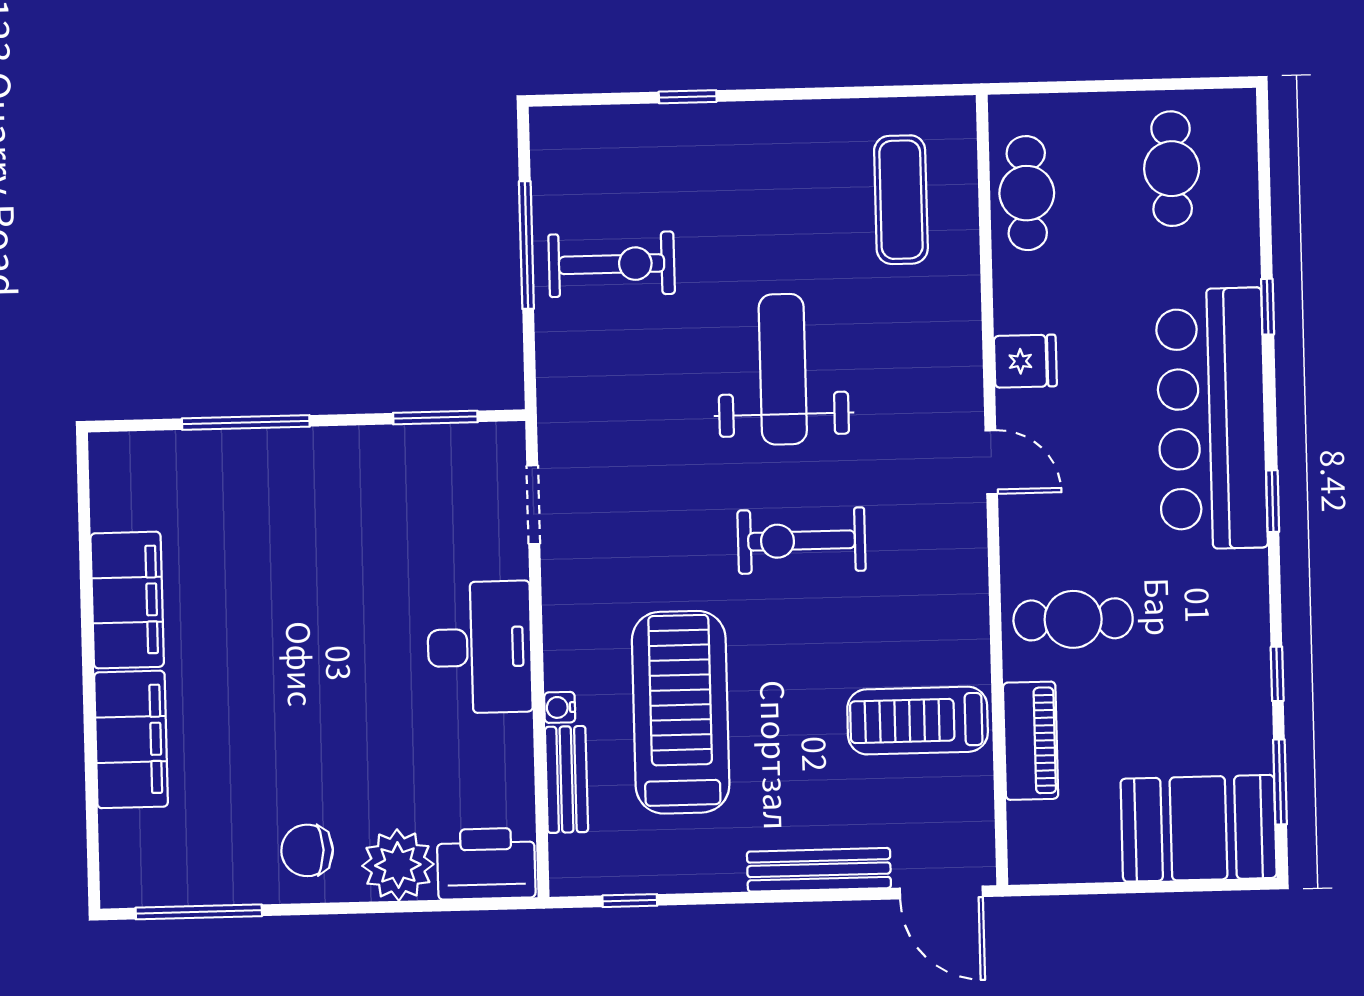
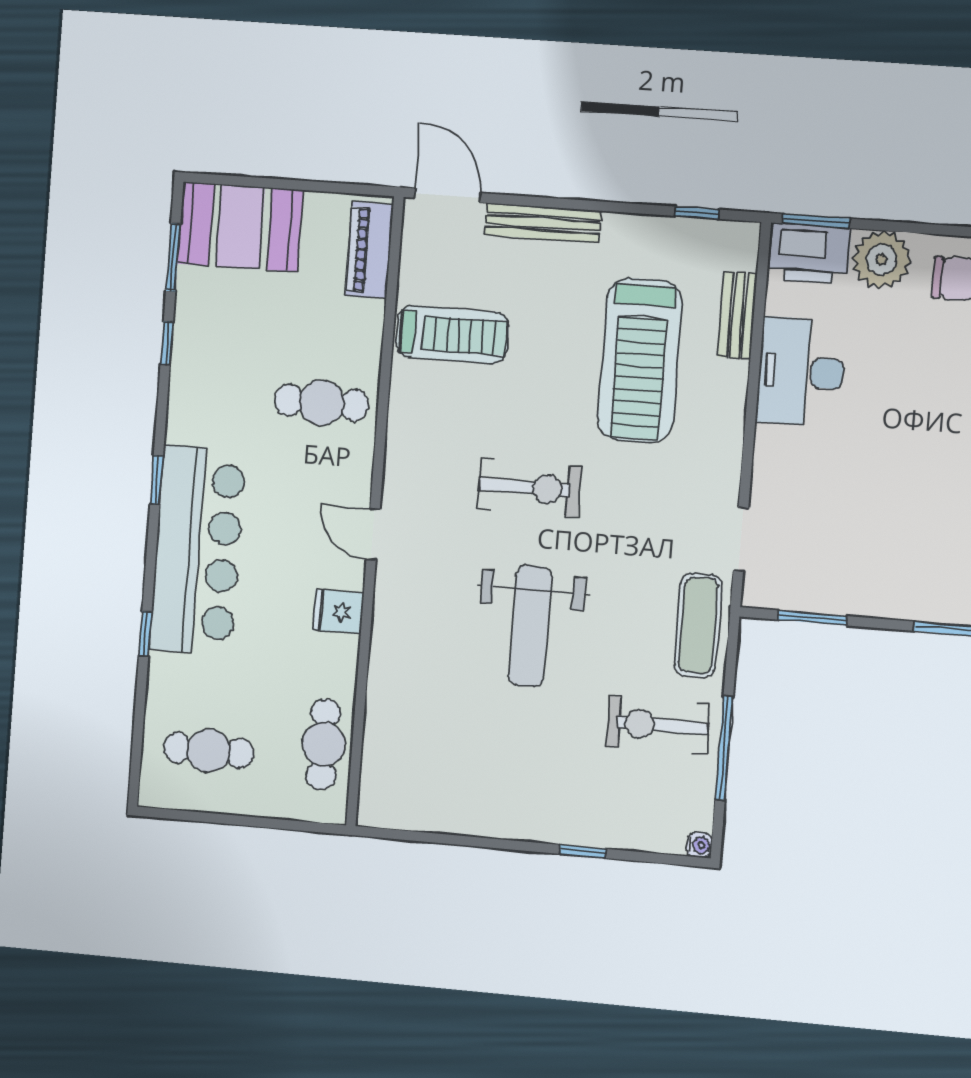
cafe table: (1172, 169) -> (209, 751), turned 90
exercise mat: (901, 200) -> (698, 625), moved
desk: (480, 647) -> (801, 372), moved
water cooler: (560, 707) -> (699, 845), moved
piano: (1031, 741) -> (369, 250), moved
window: (483, 904) -> (816, 221), added

